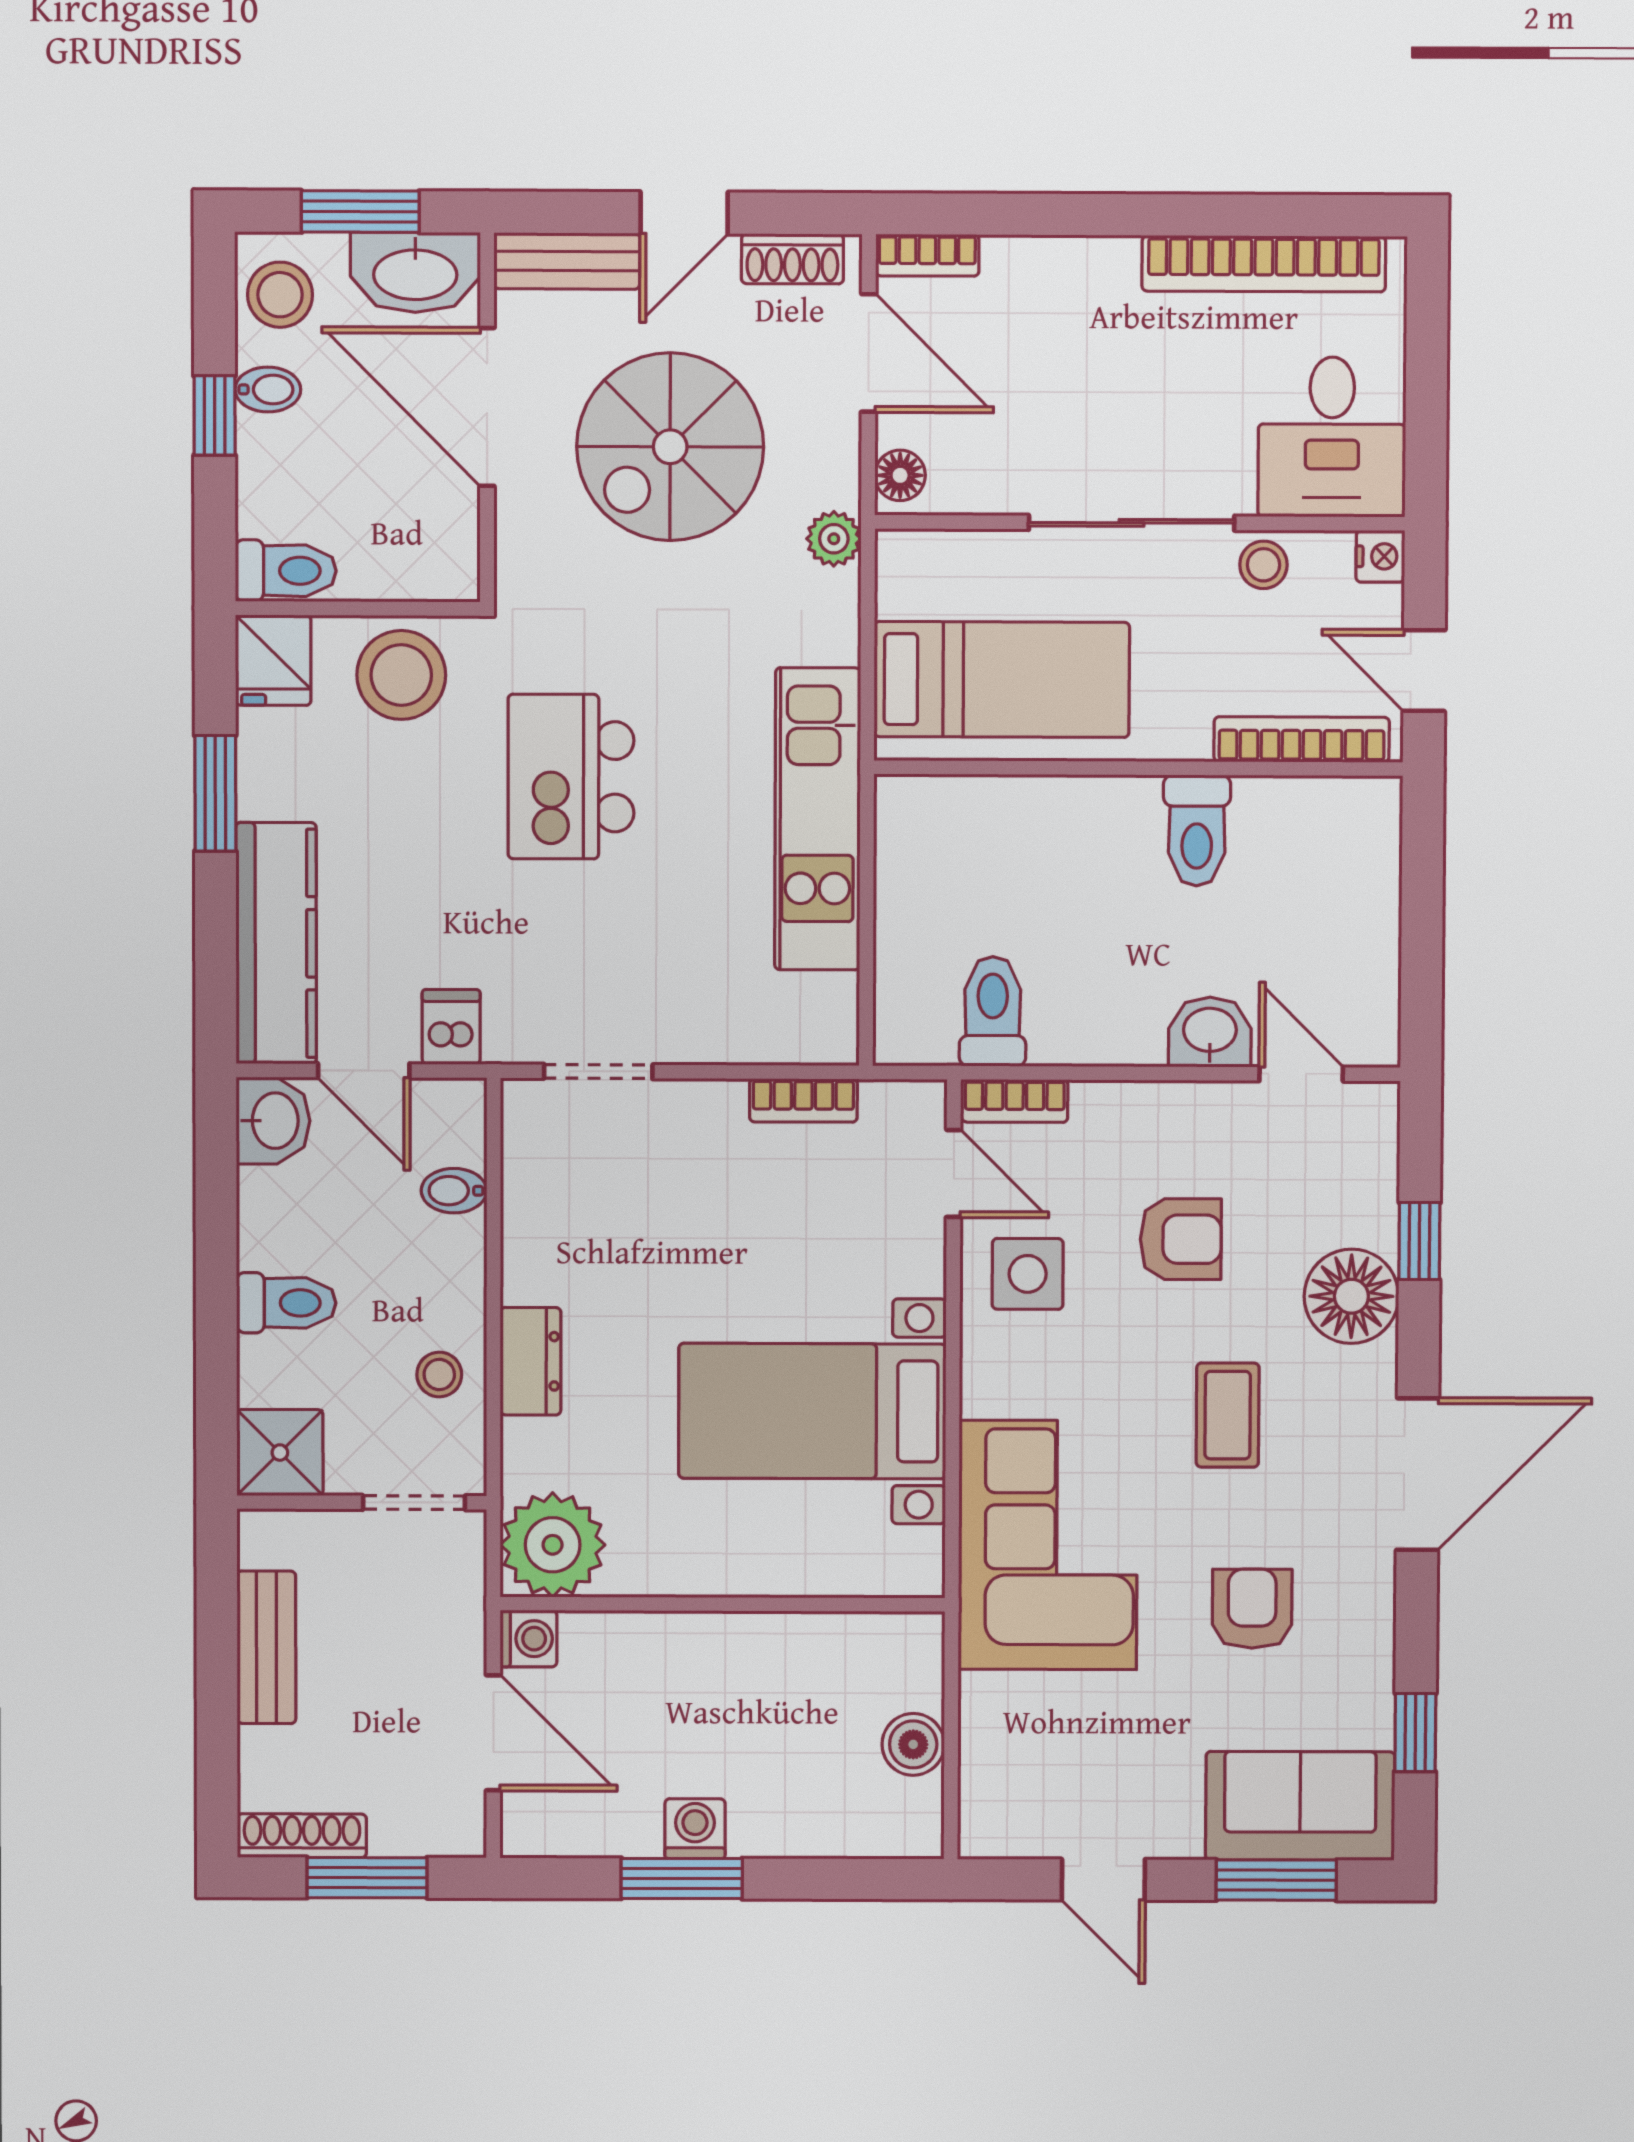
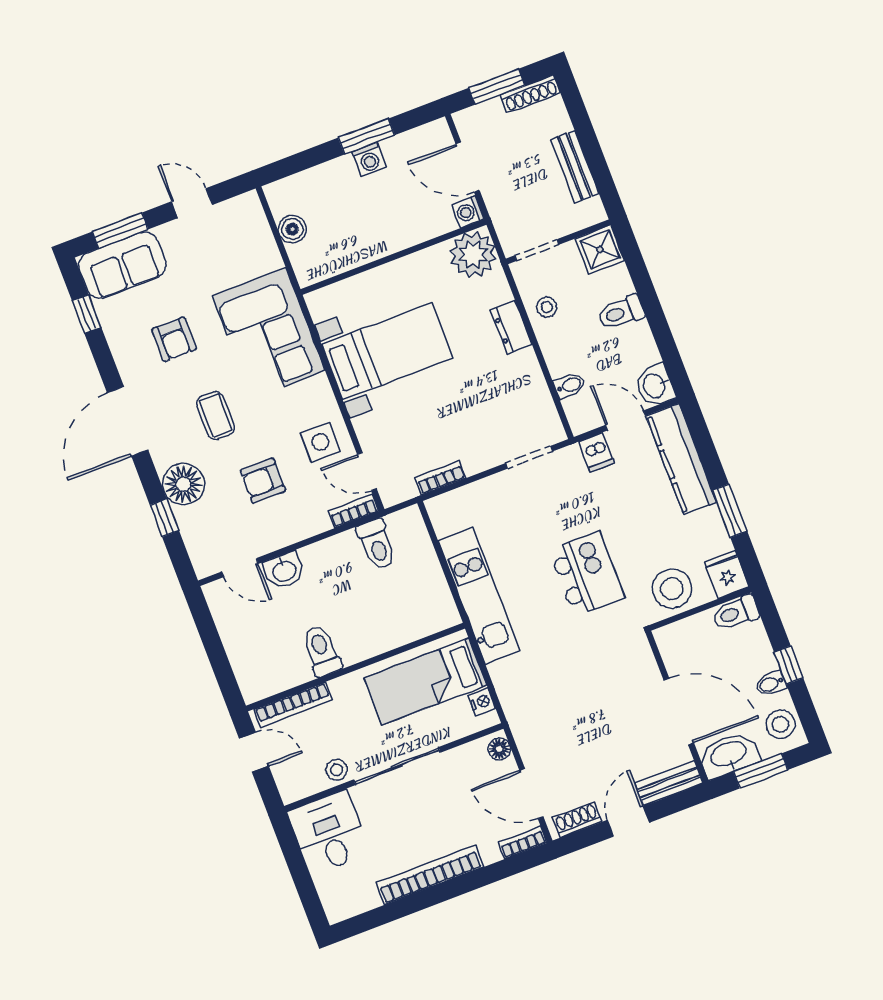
bookcase: (1264, 264) -> (430, 875), moved
spiral stairs: (670, 447) -> (598, 724), removed
plant: (834, 539) -> (516, 713), removed
nightstand: (1380, 556) -> (482, 702), moved, turned 180

